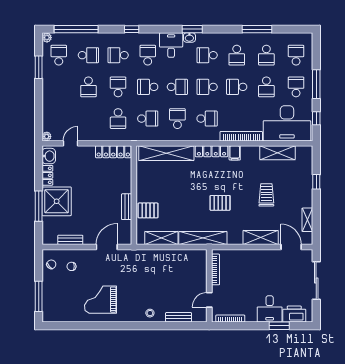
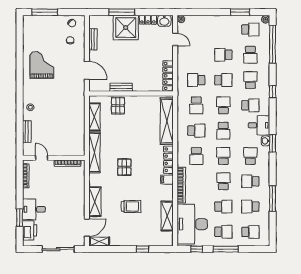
school desk: (266, 87) -> (223, 207), turned 180
shelving: (307, 220) -> (99, 242), moved

